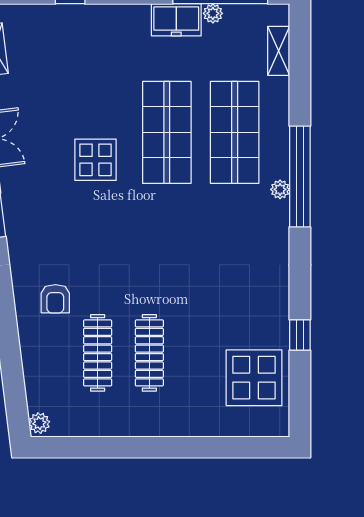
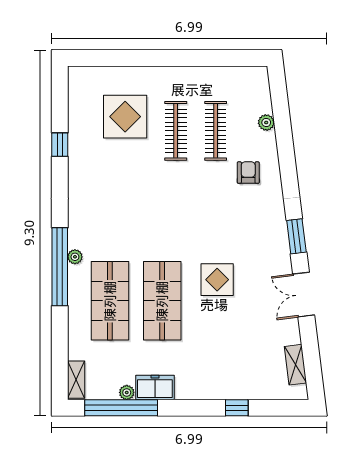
shelving: (279, 51) -> (76, 380), moved
display table: (254, 378) -> (125, 117), moved
plant: (39, 423) -> (266, 123), moved

